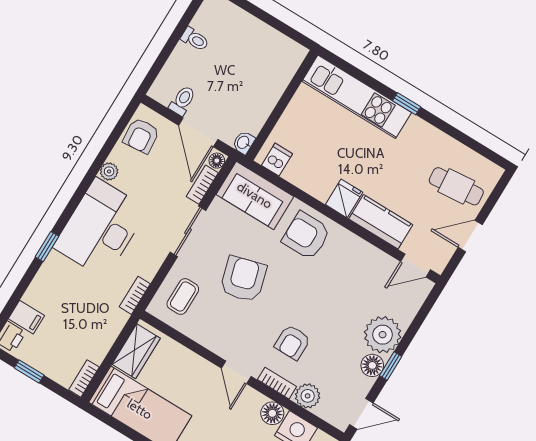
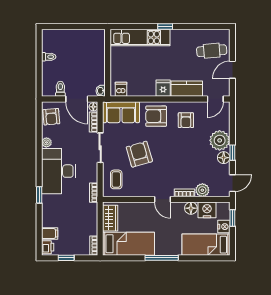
armchair: (292, 342) -> (186, 120), moved

